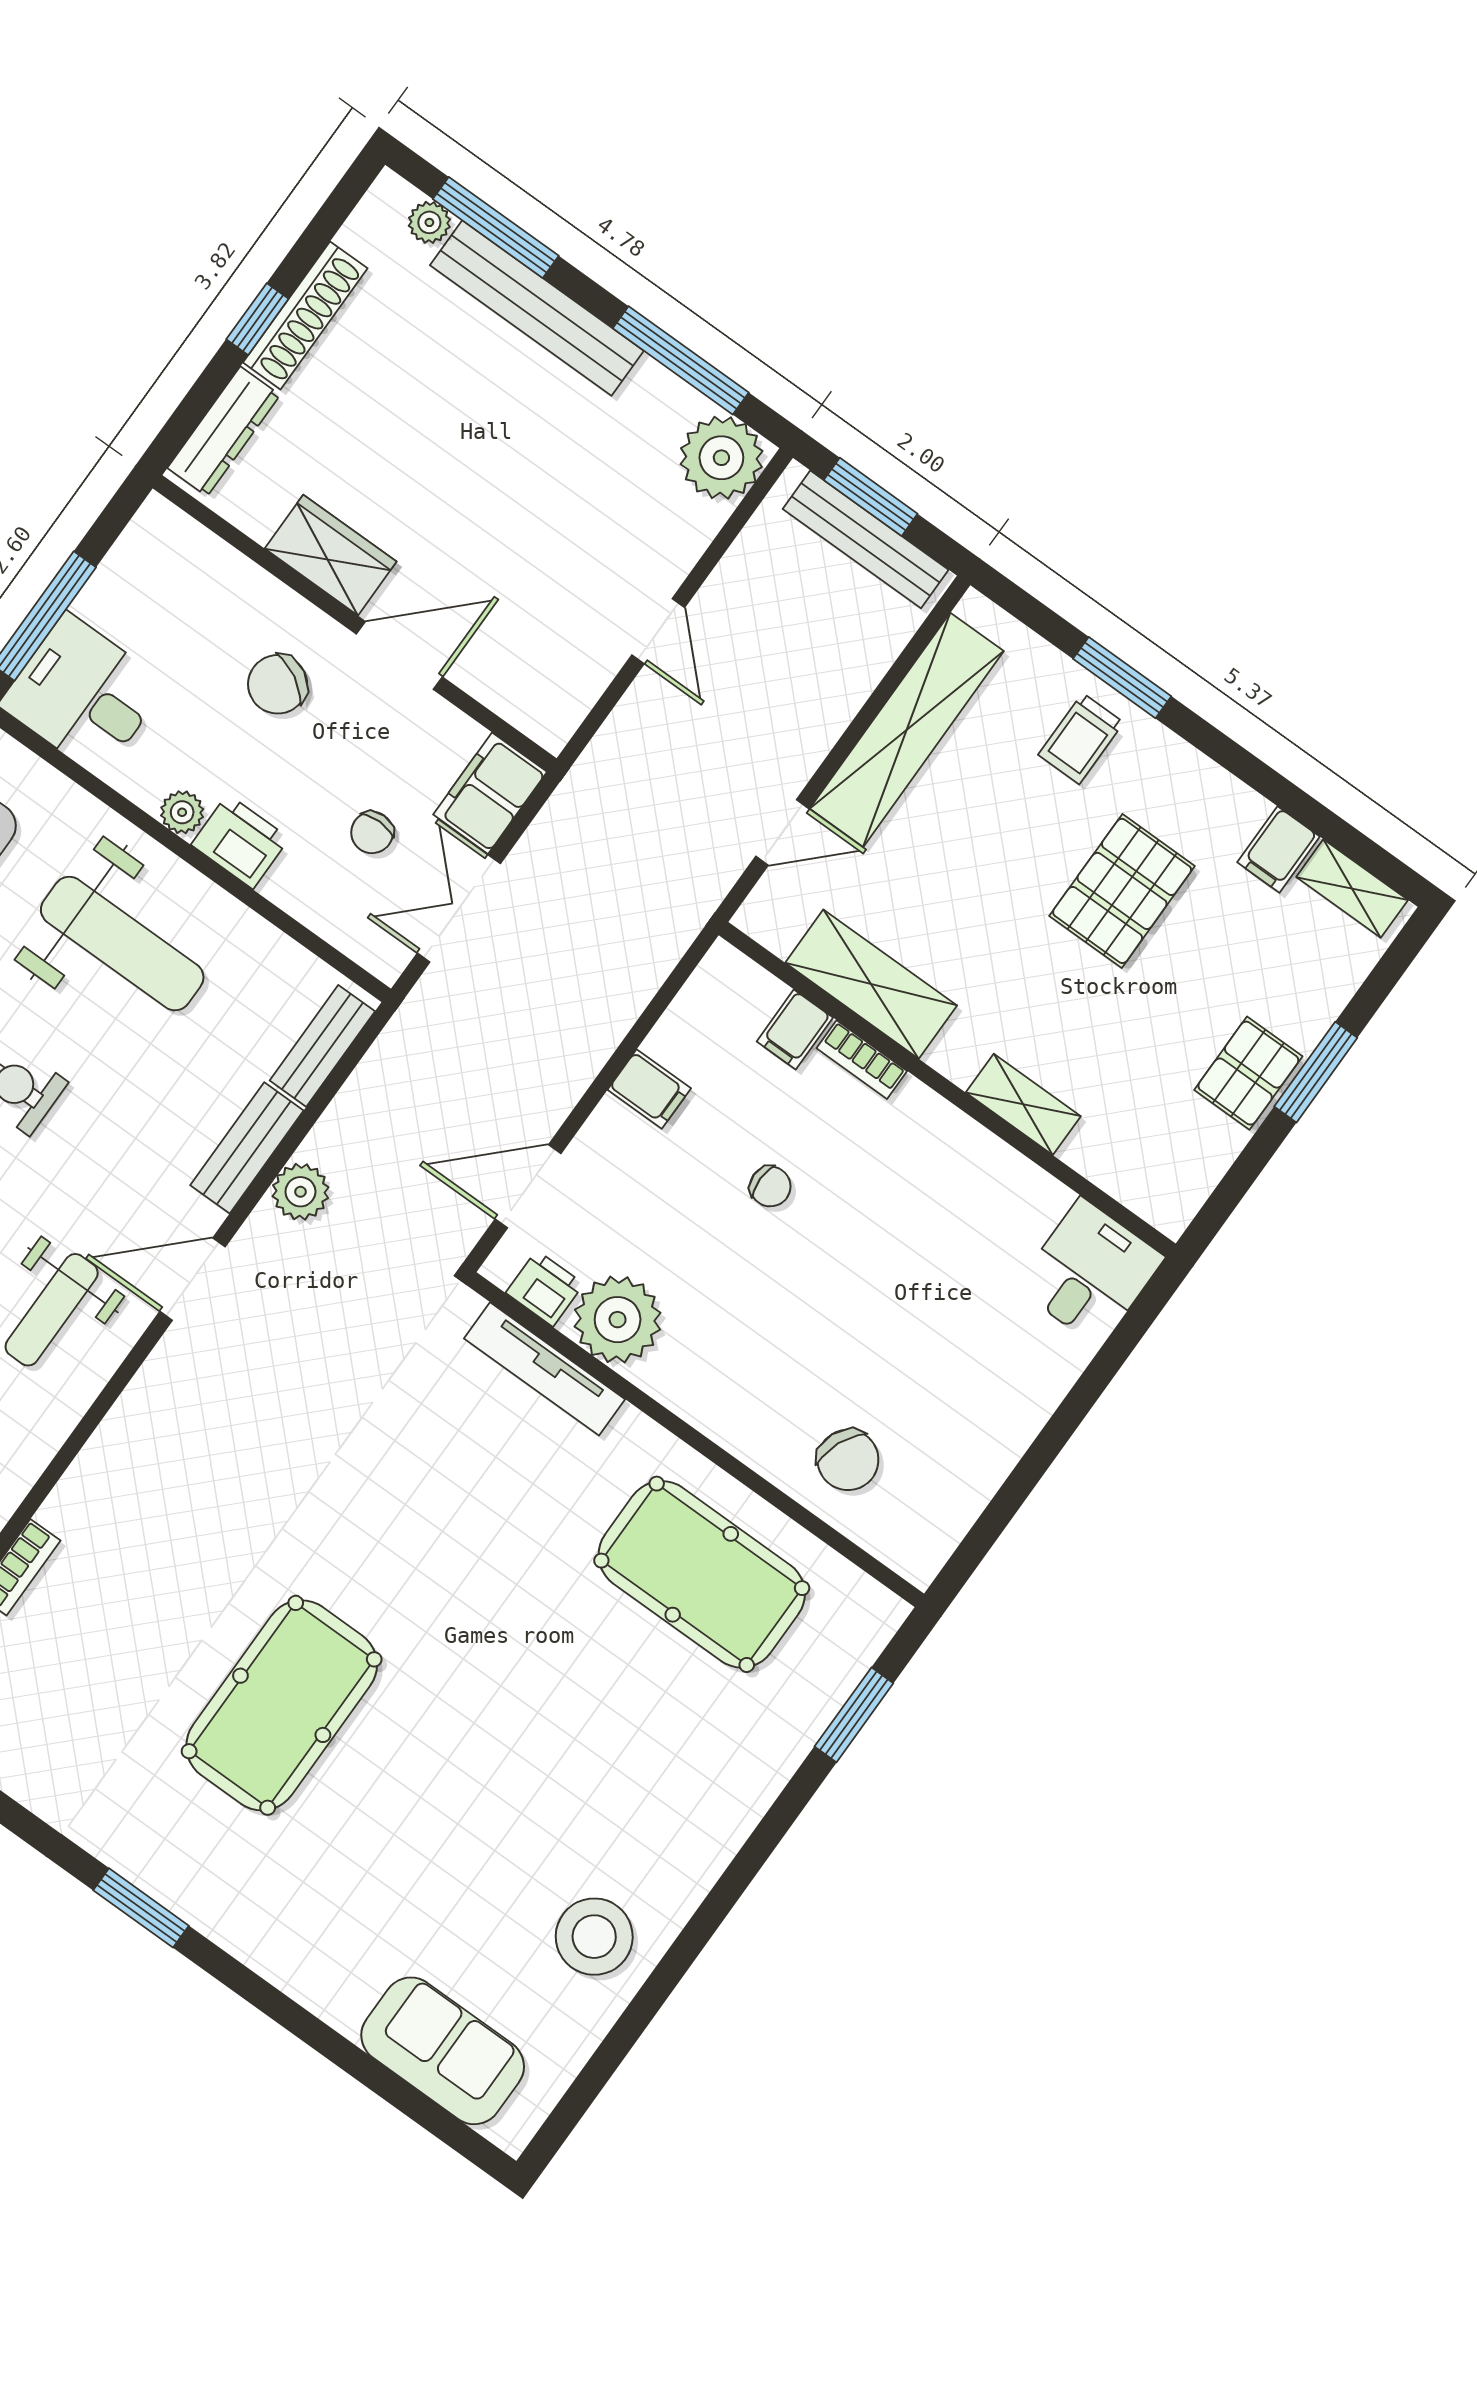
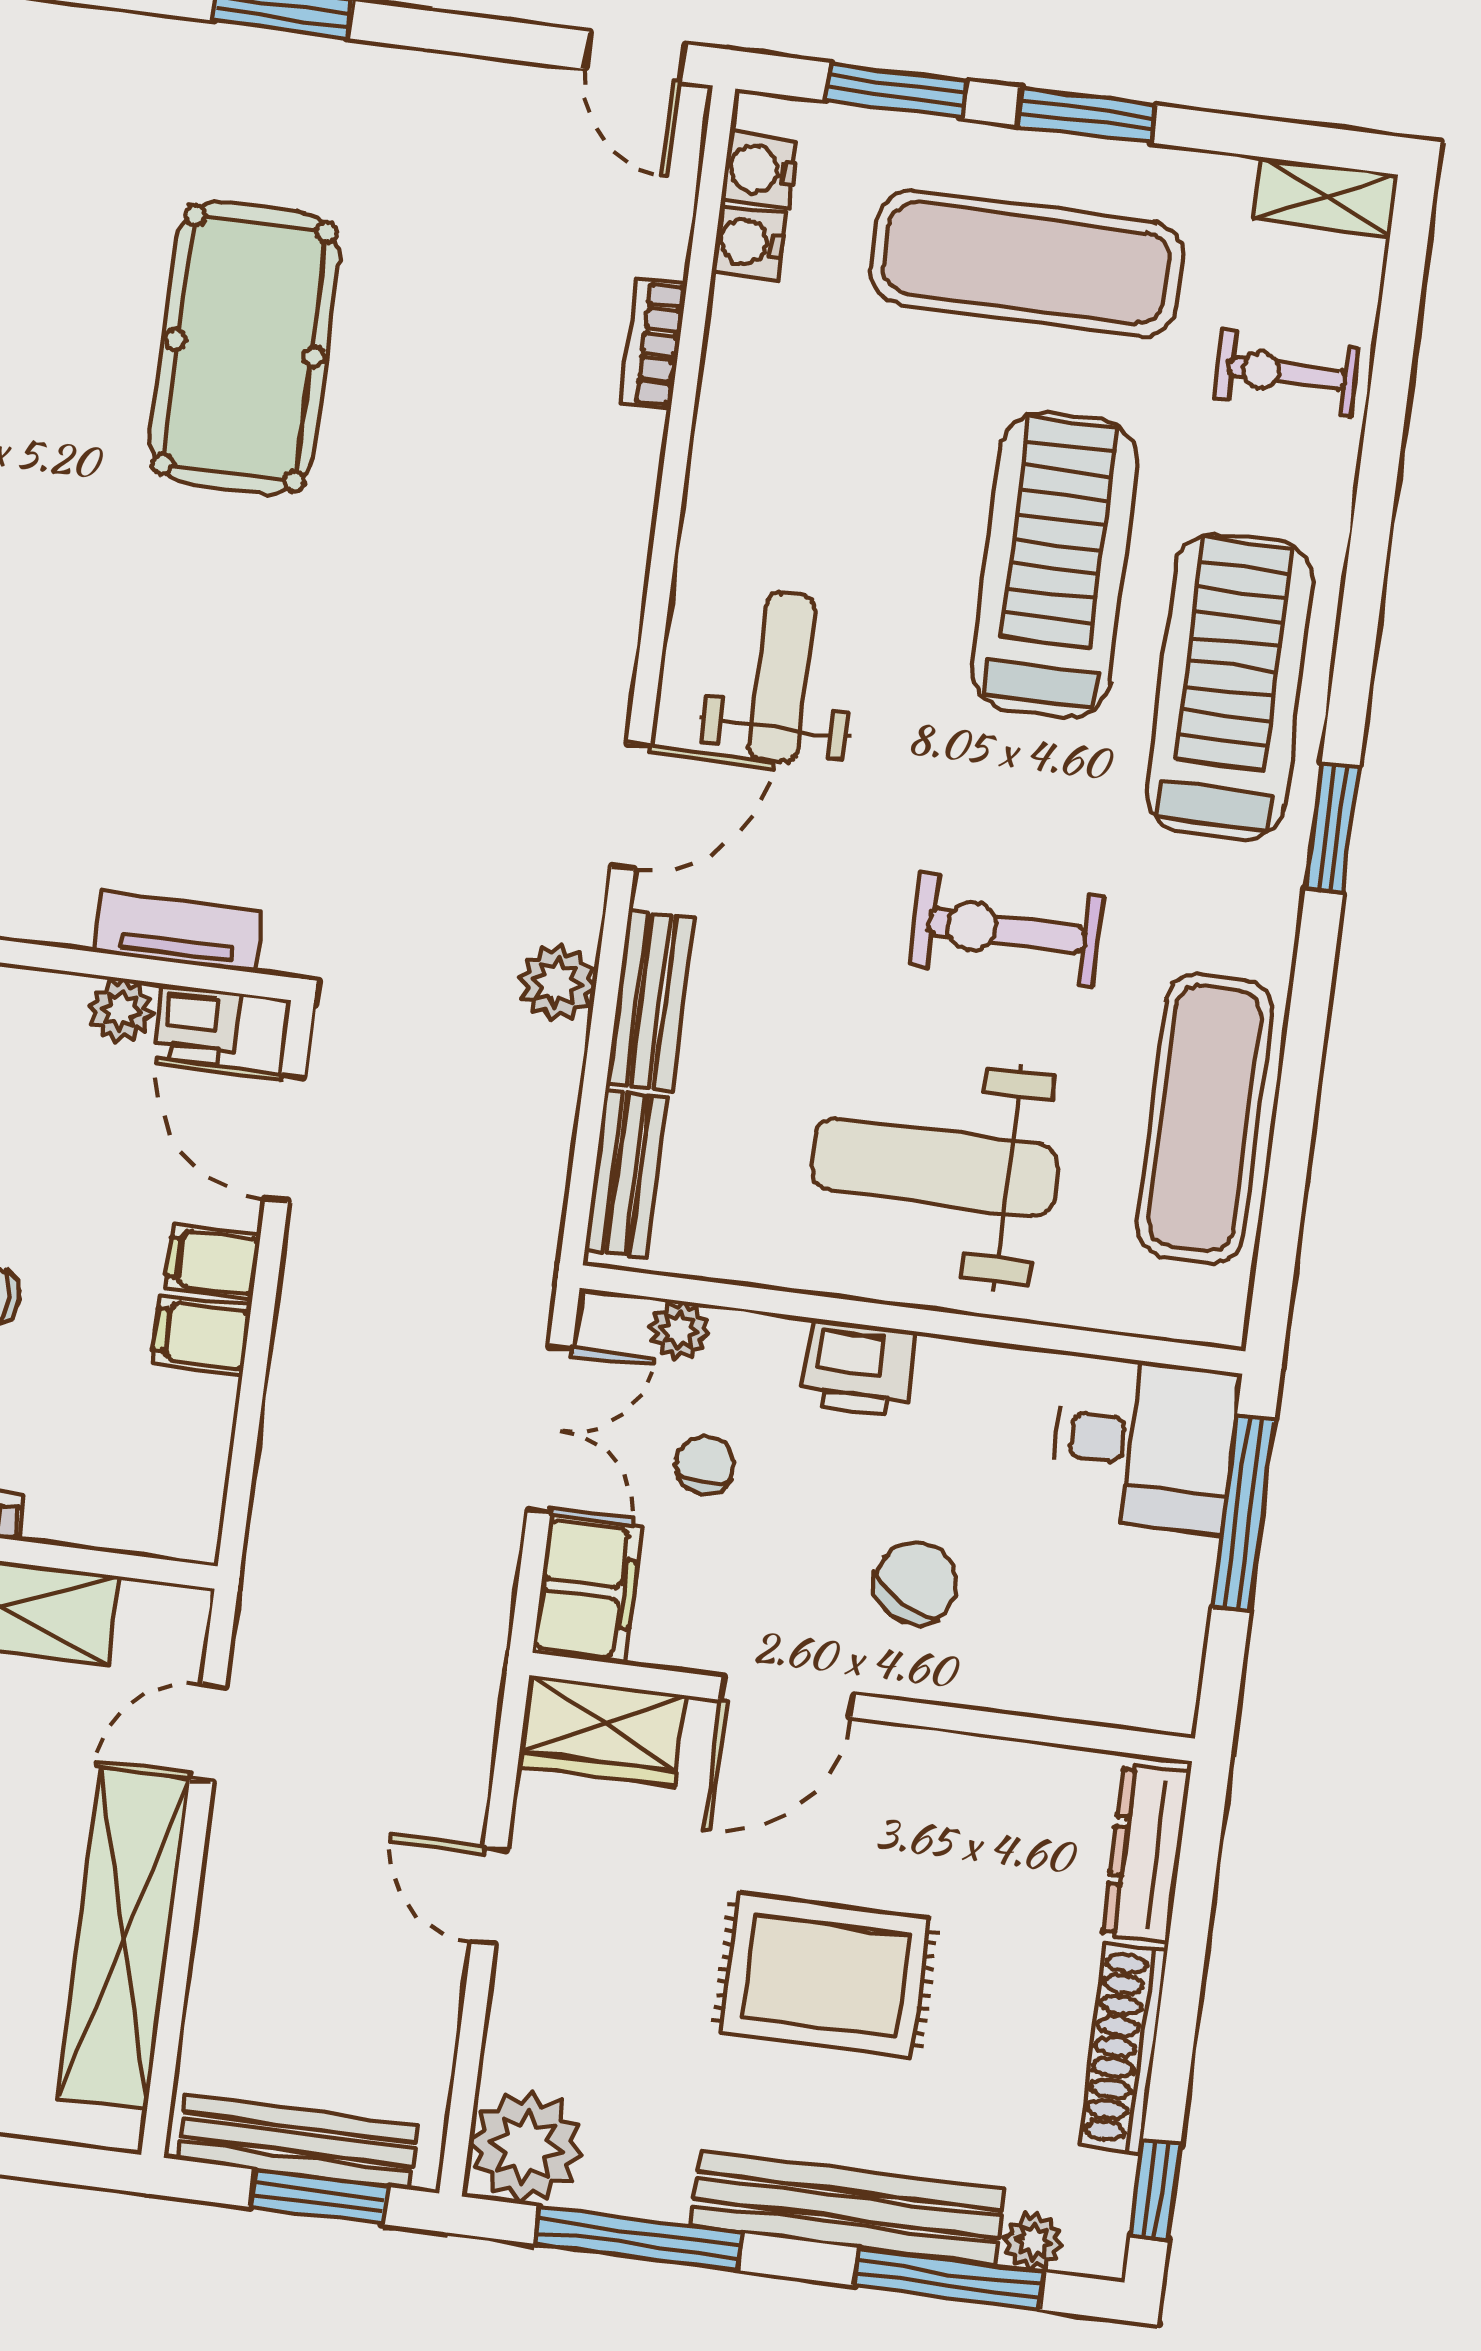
window: (257, 319) -> (1155, 2190), moved
rug: (471, 464) -> (825, 1976), added
wardrobe: (331, 555) -> (602, 1731), moved
plant: (182, 812) -> (679, 1331), moved
filing cabinet: (795, 1030) -> (213, 1262), moved, turned -90
door: (528, 1186) -> (285, 1138), swing flipped
plant: (618, 1320) -> (121, 1011), width x0.53, depth x0.53
tv unit: (545, 1369) -> (179, 932), width x0.71

